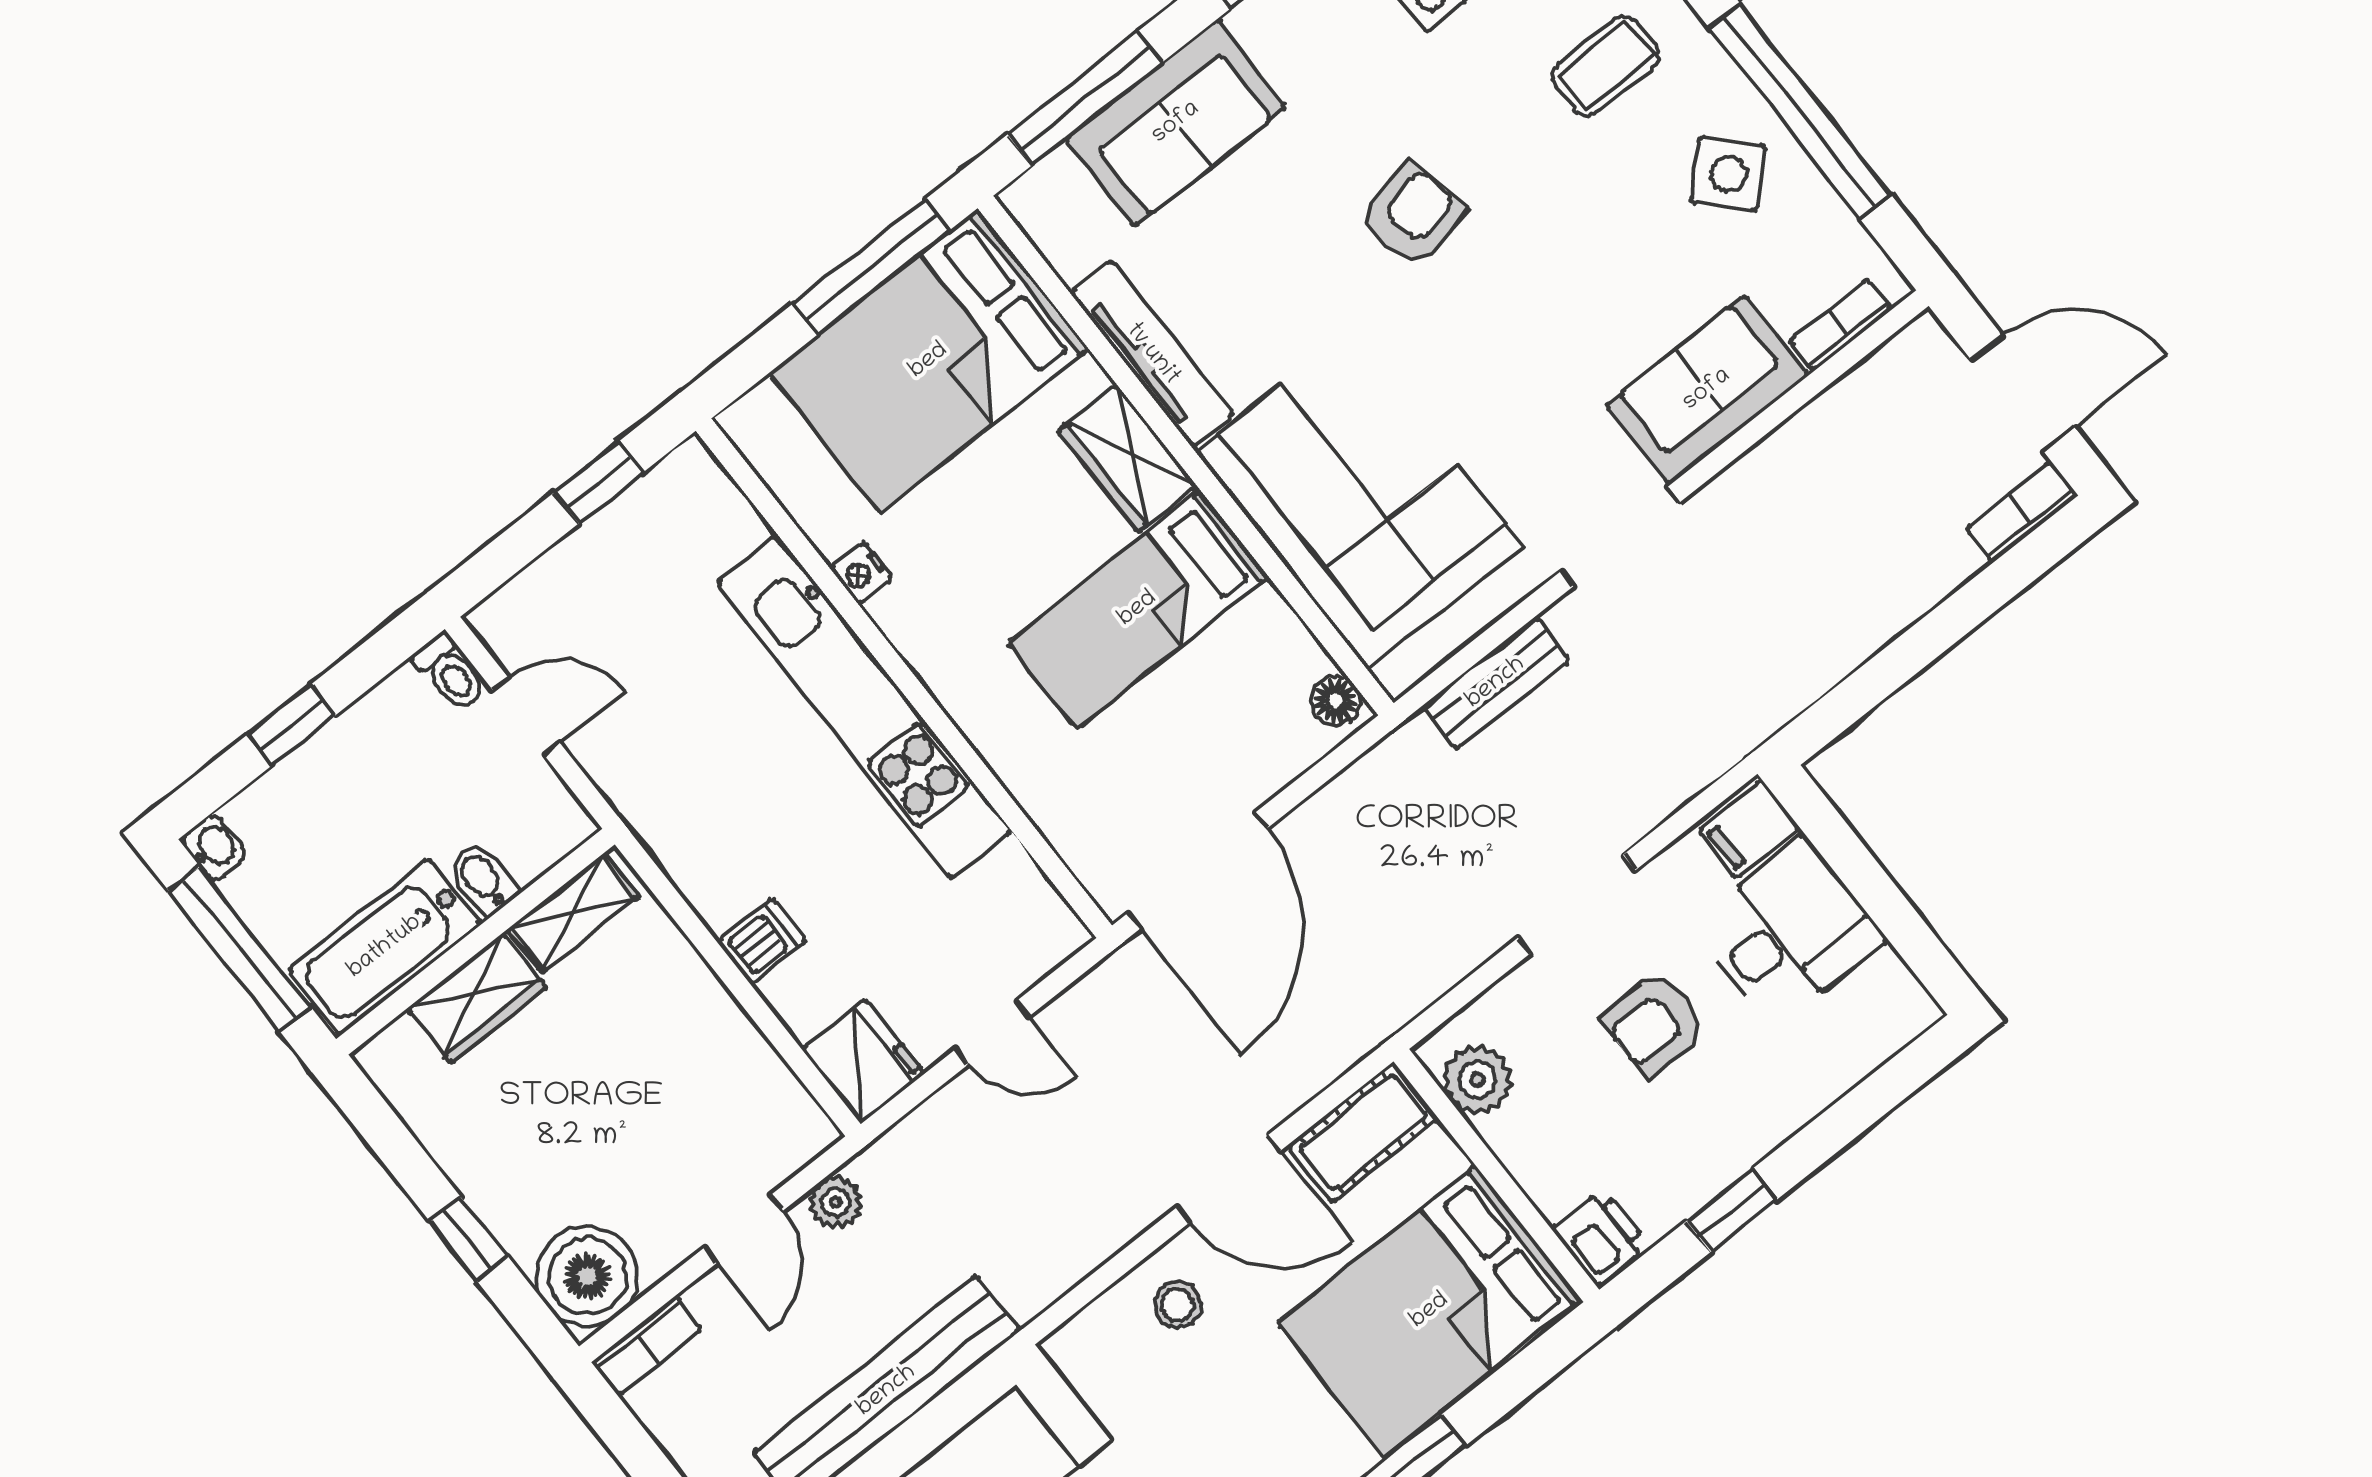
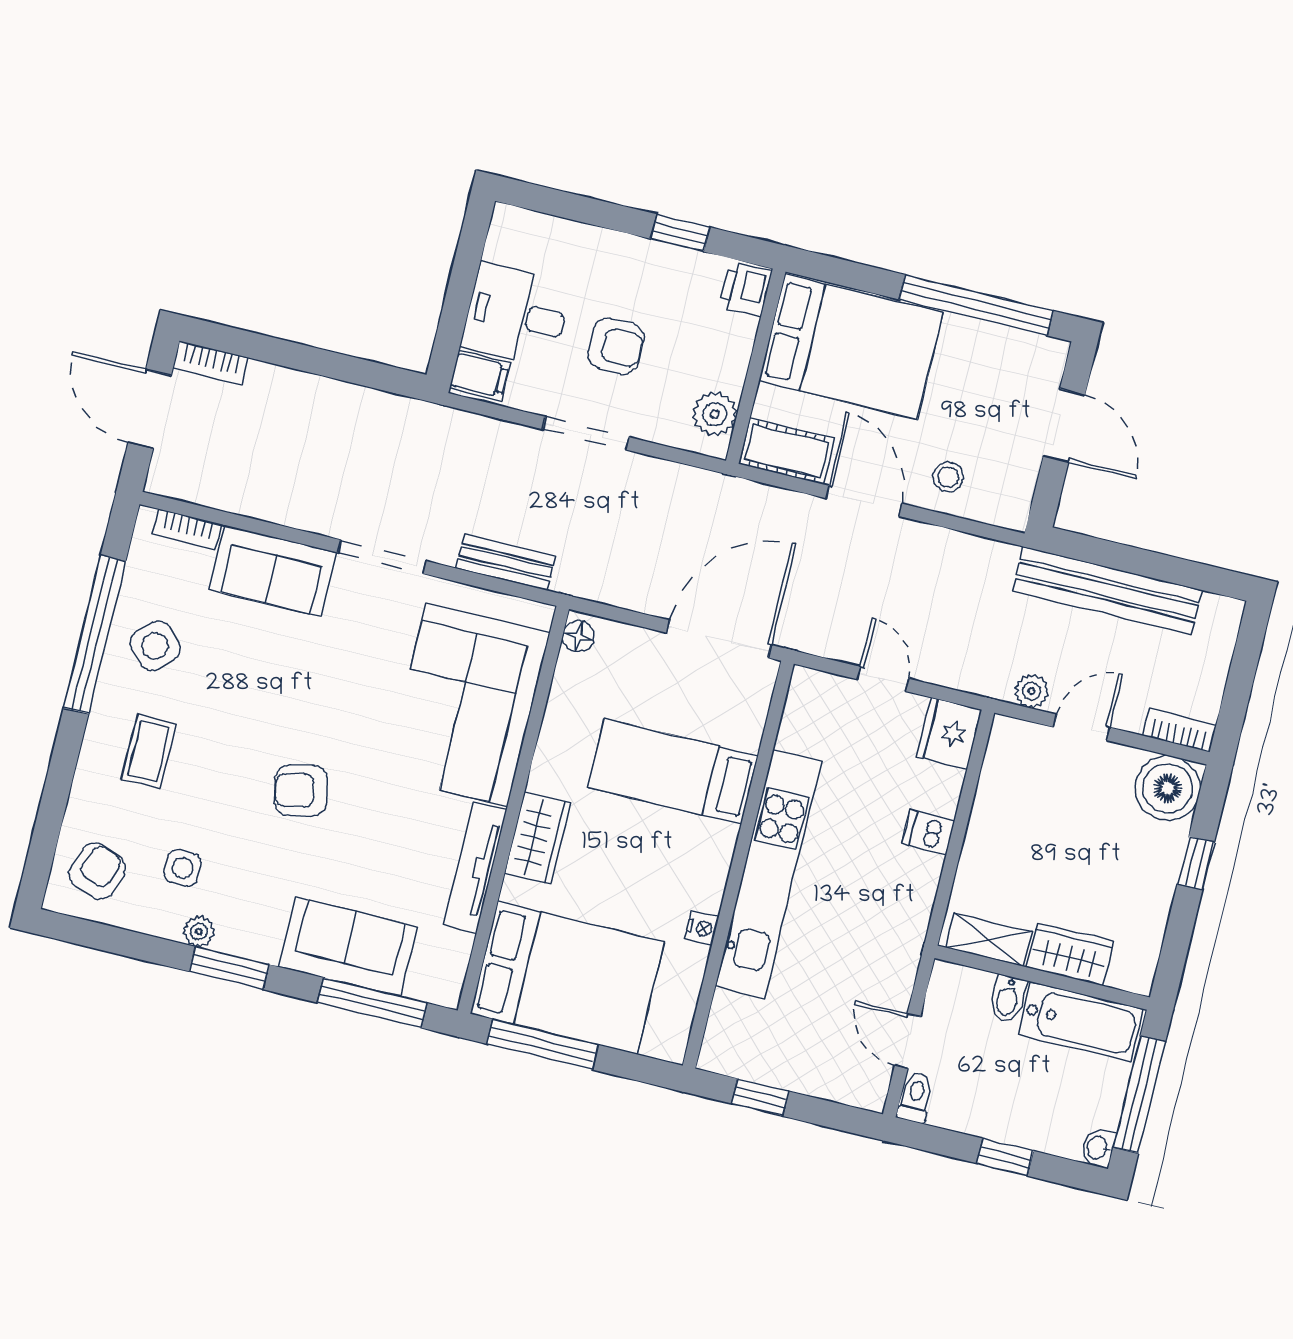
coffee table: (1605, 66) -> (149, 751), turned 90
bed: (1138, 609) -> (673, 772), moved, turned 180

